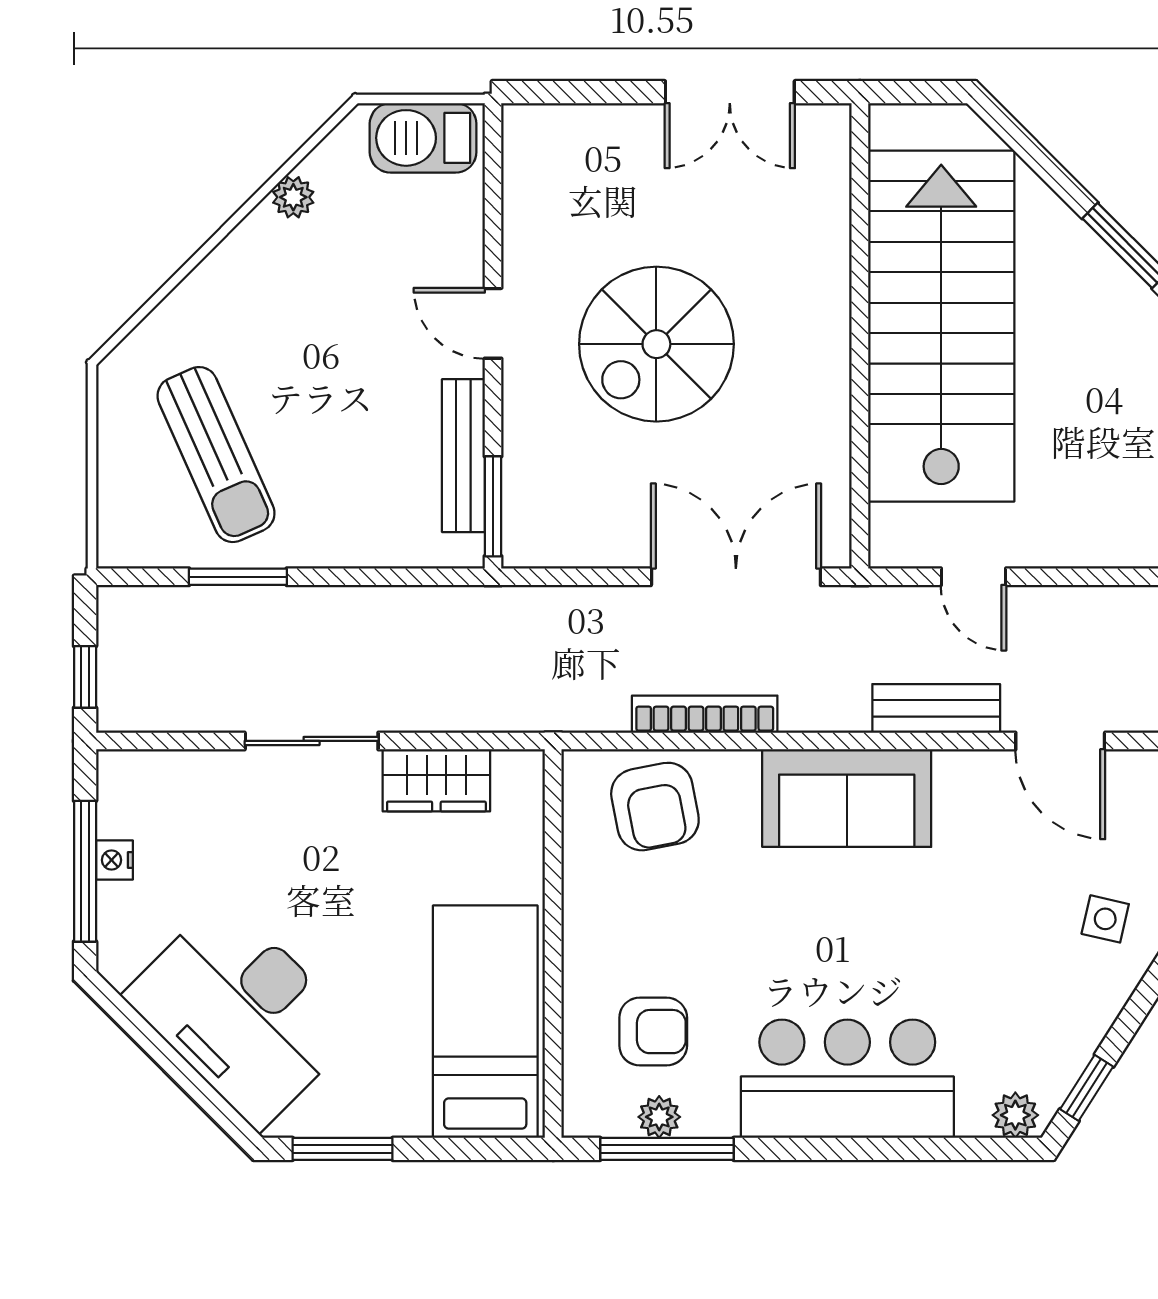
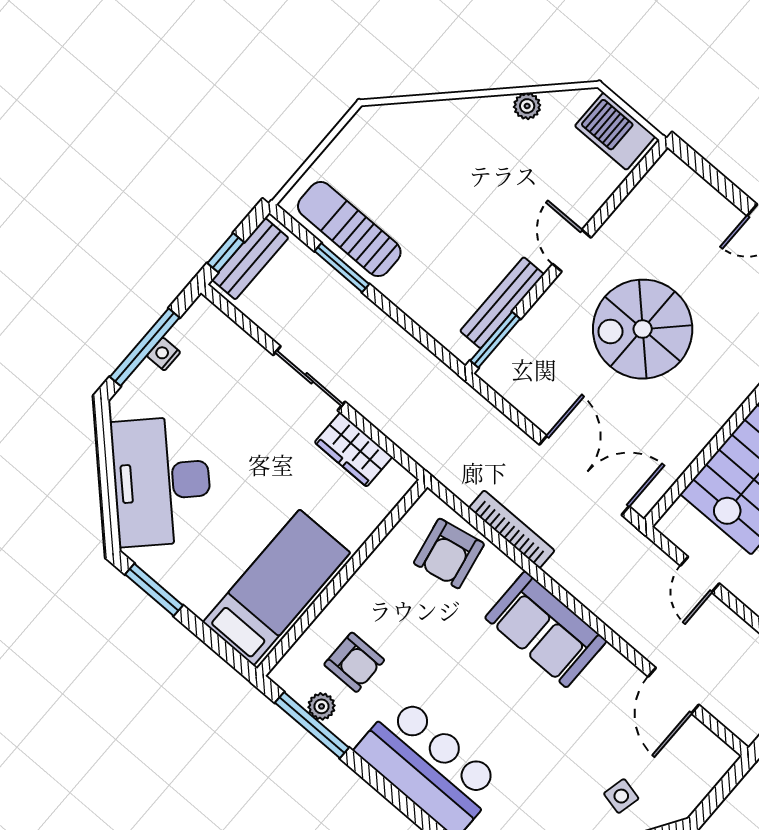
sun lounger: (216, 455) -> (349, 229), moved, turned 114
bench: (936, 708) -> (250, 259), moved, turned 90

